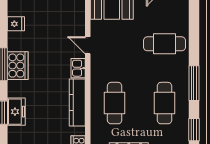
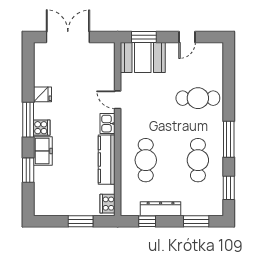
fridge: (16, 24) -> (42, 94), moved
cooker: (18, 66) -> (42, 128), width x0.53, depth x0.76
freezer: (16, 112) -> (43, 151), moved

